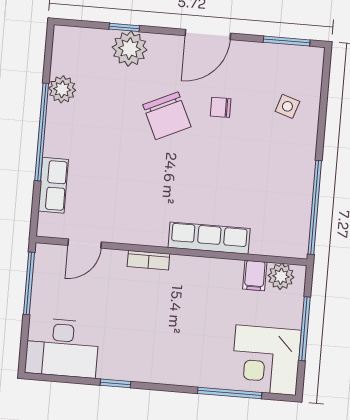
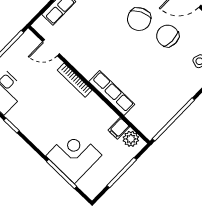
chair: (221, 107) -> (168, 36), width x1.87, depth x1.87
bookcase: (148, 260) -> (75, 80), width x1.56
corner desk: (266, 360) -> (74, 155), moved, turned 90

